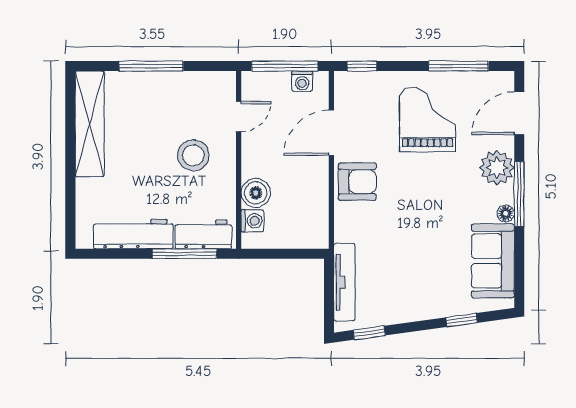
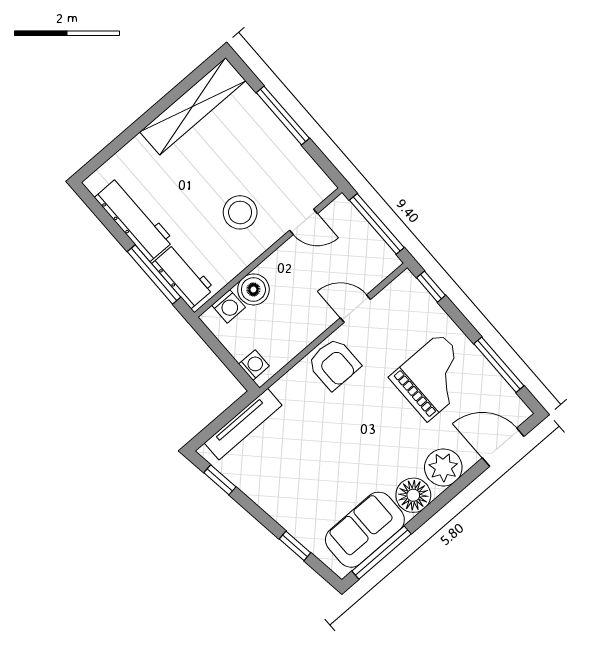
washing machine: (302, 81) -> (254, 365), moved, turned 180
door: (331, 133) -> (355, 309), width x0.73
window: (519, 194) -> (381, 553), moved
floor lamp: (506, 213) -> (413, 495), width x1.89, depth x1.89

